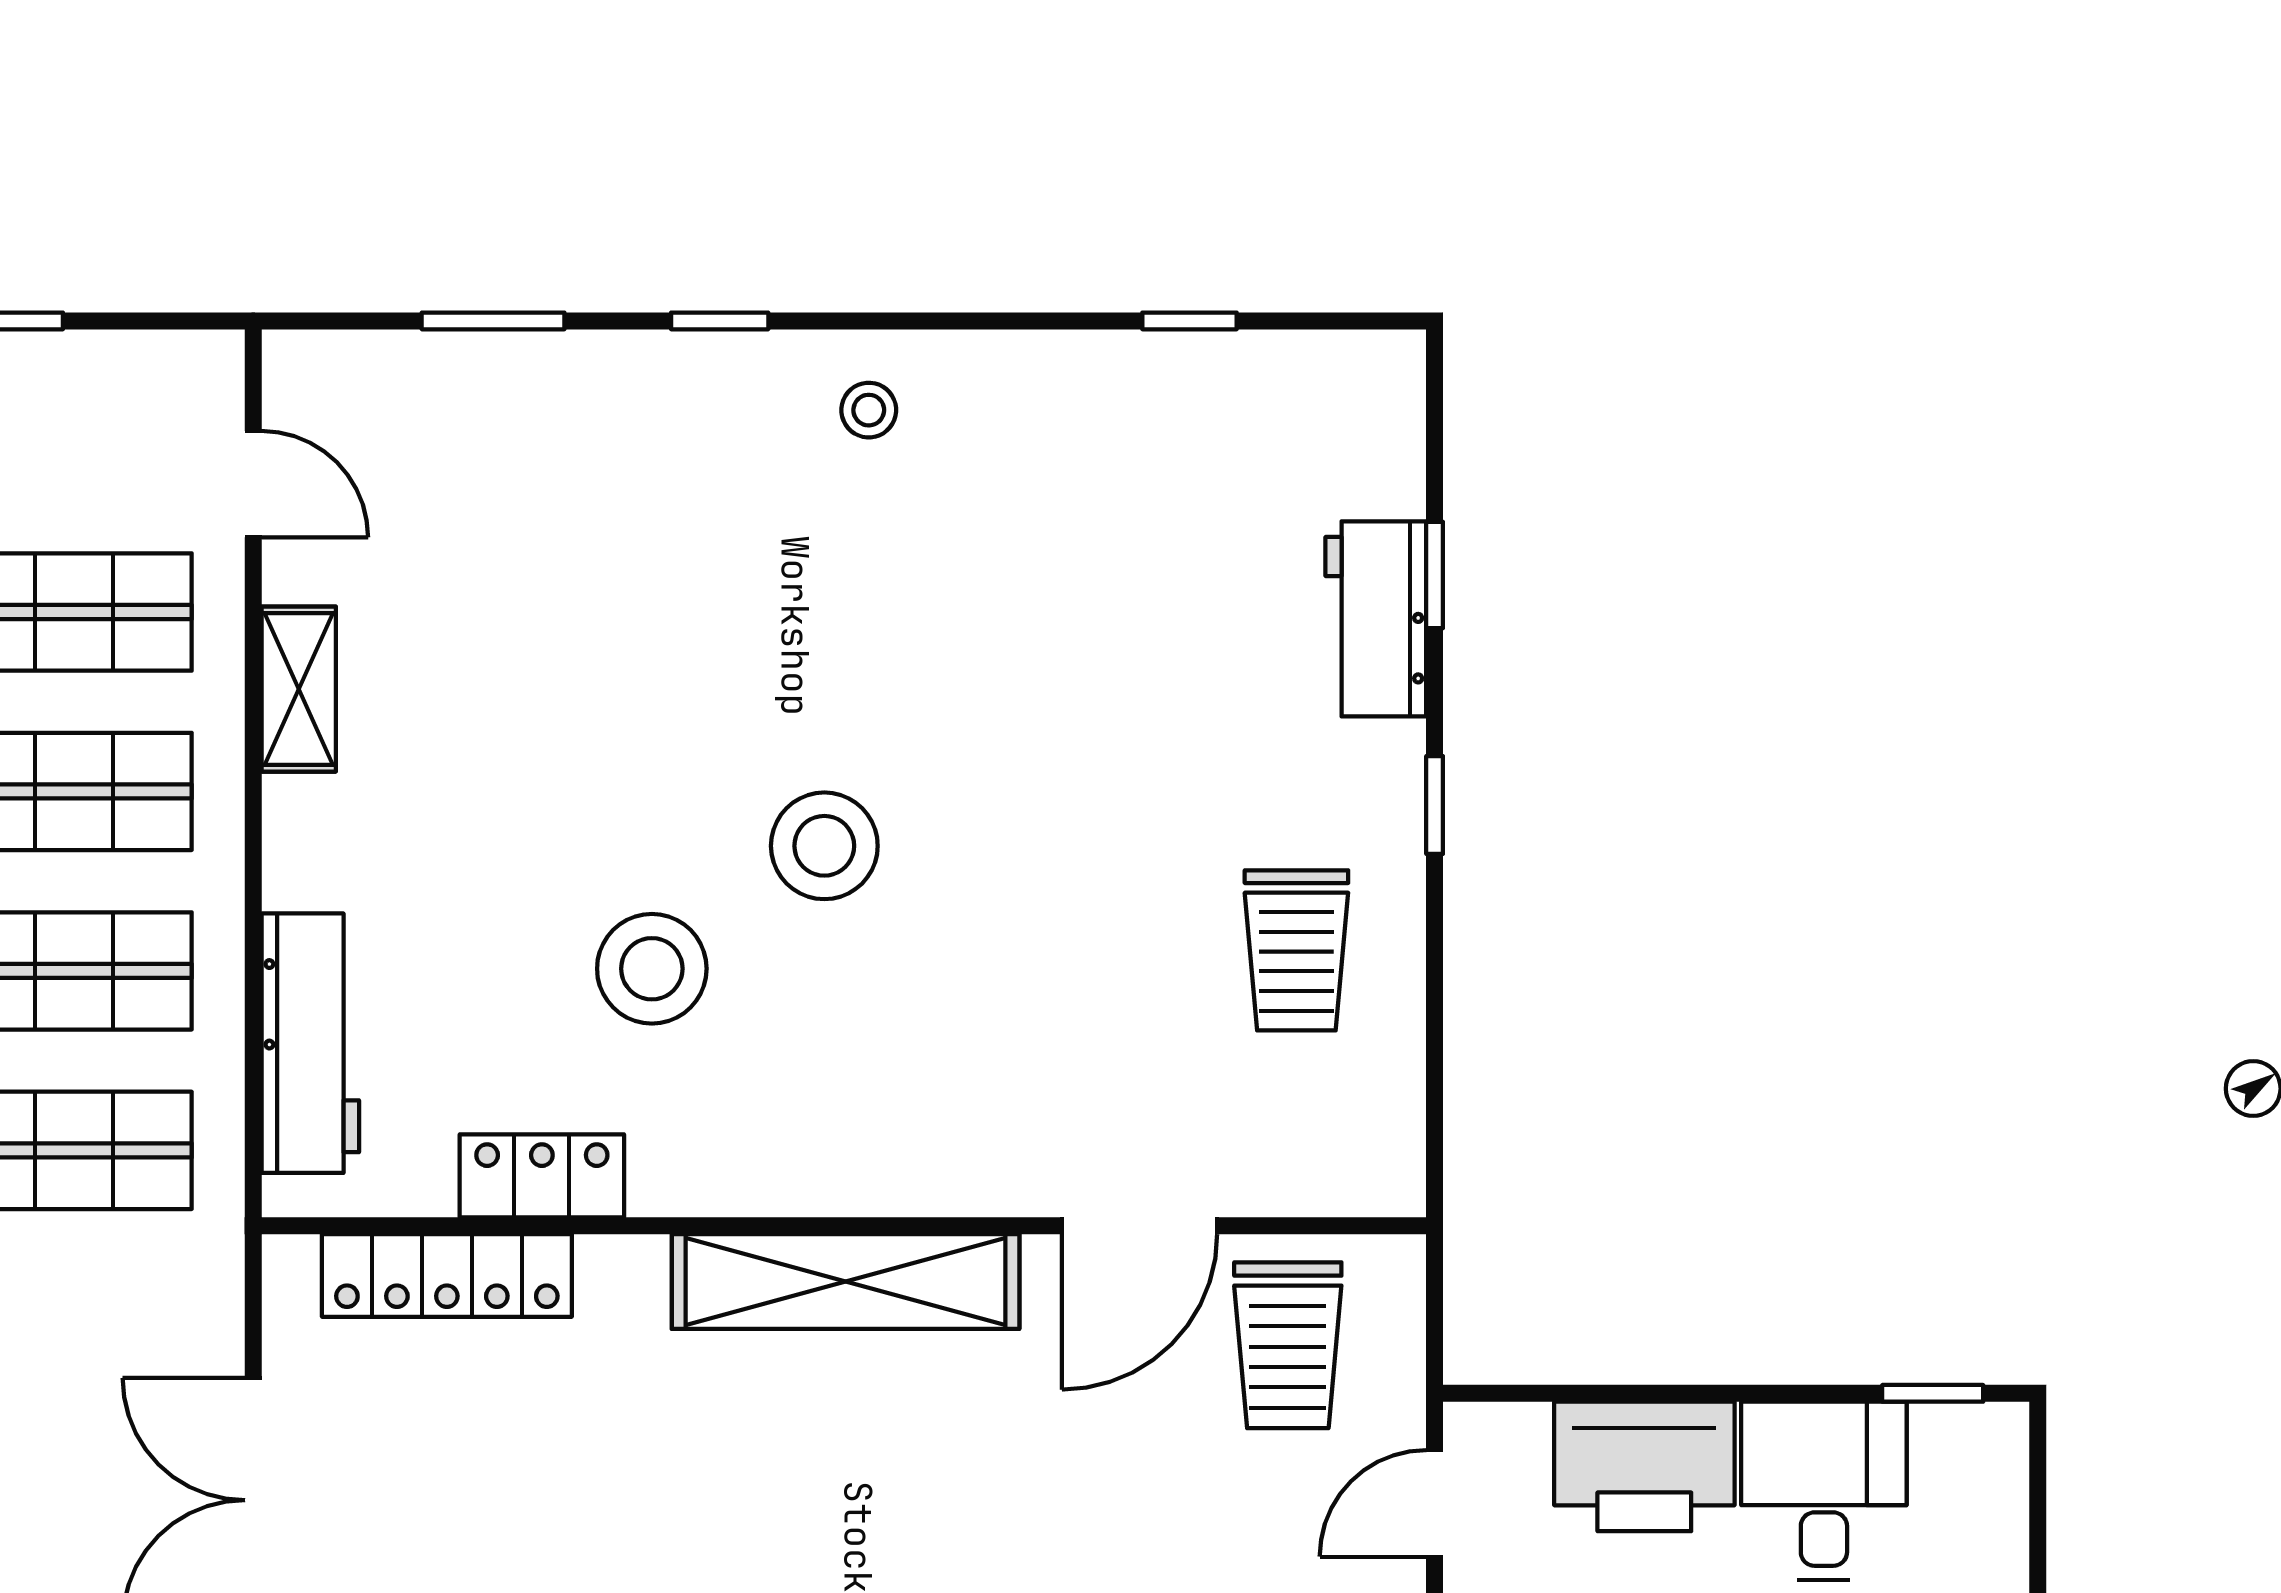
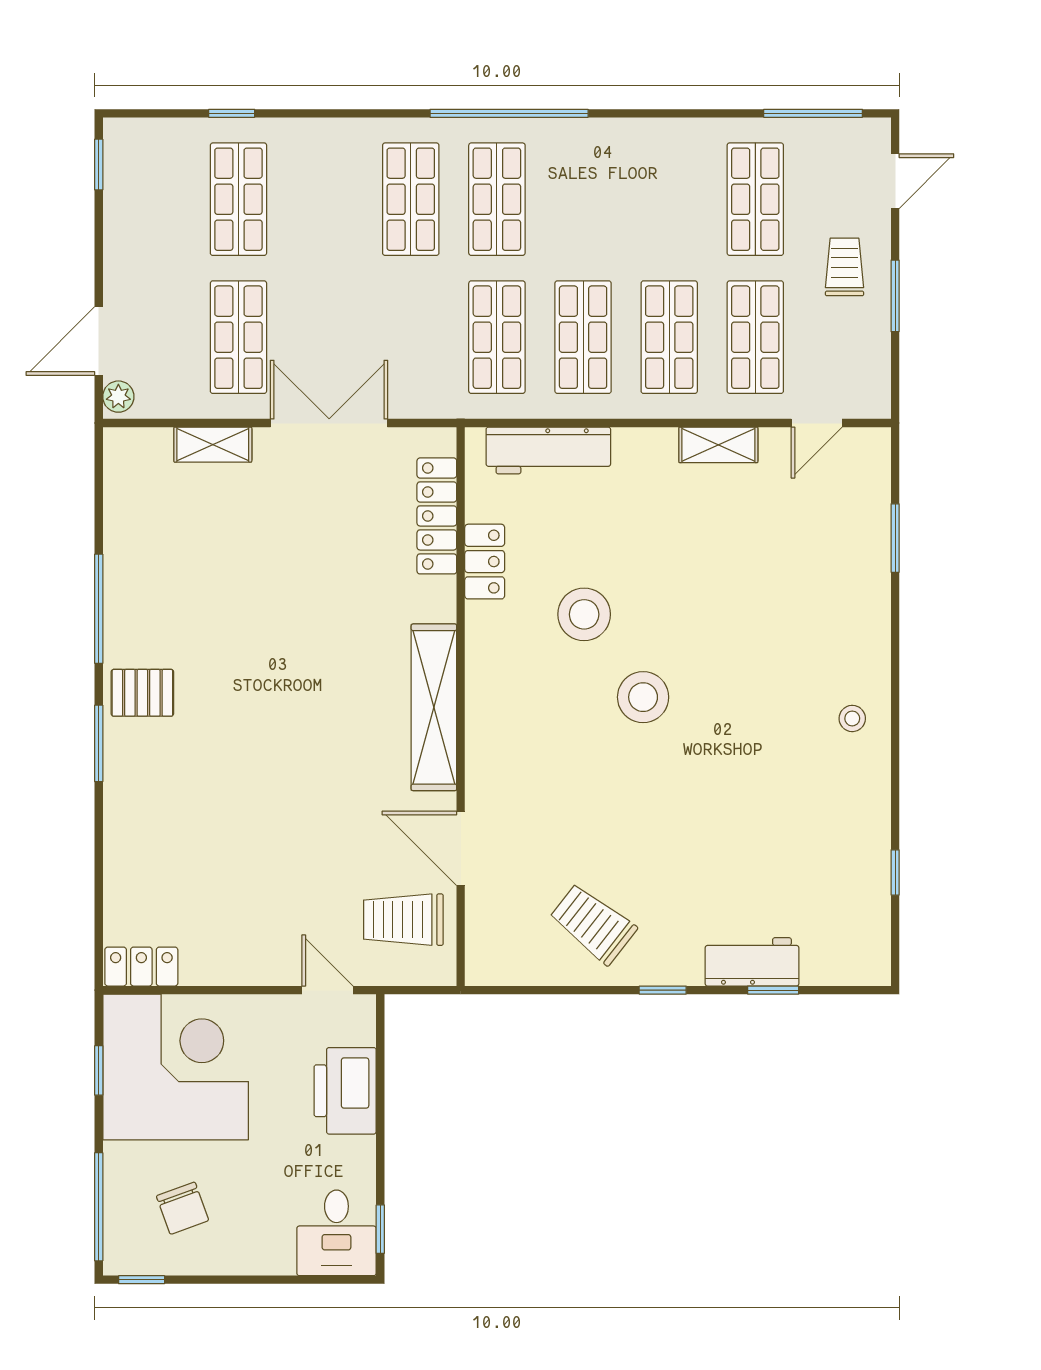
window: (720, 321) -> (895, 647), removed
trolley: (1296, 950) -> (593, 924), turned 38
desk: (1824, 1491) -> (336, 1233), moved, turned 90

